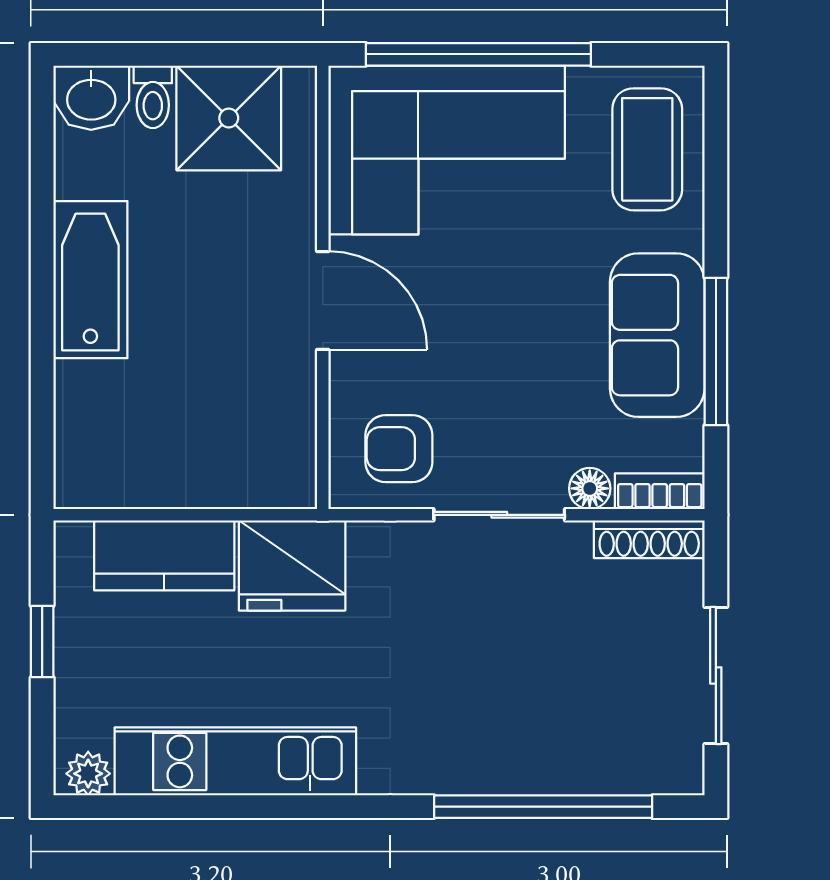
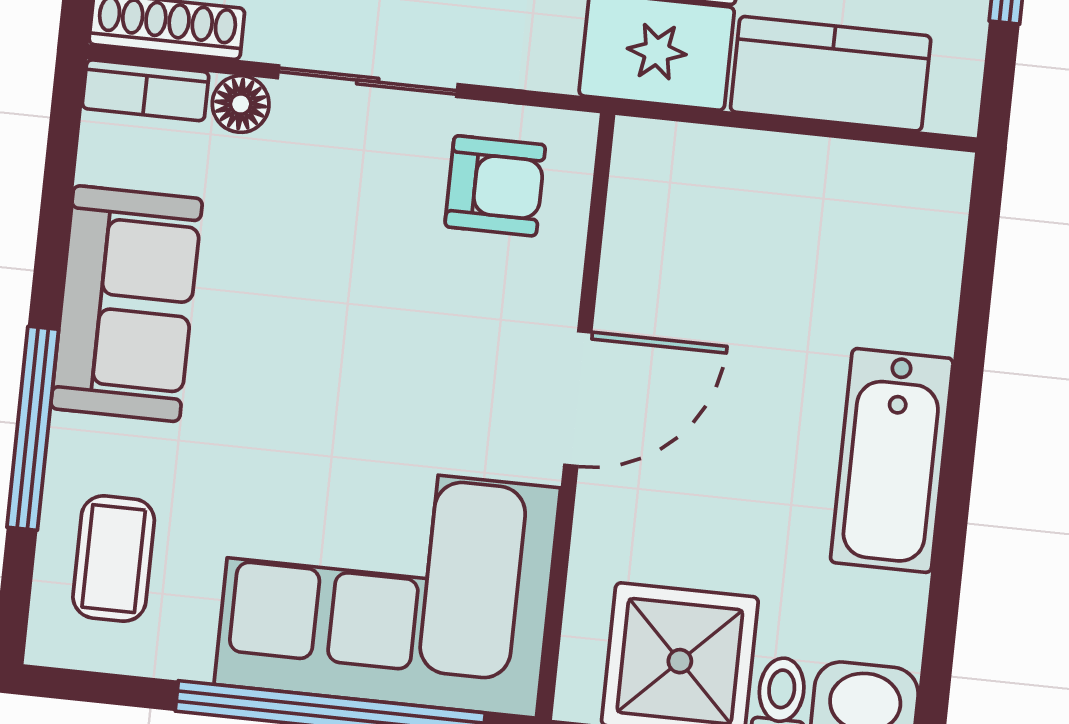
coffee table: (647, 149) -> (114, 559), width x0.73, depth x0.77
door: (323, 301) -> (578, 399), swing flipped
window: (716, 352) -> (33, 428), moved

